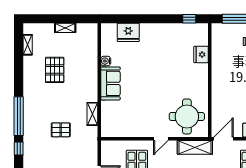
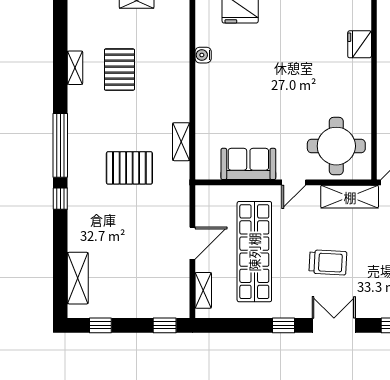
shelving: (28, 45) -> (75, 68), moved
sofa: (110, 83) -> (248, 164), moved, turned -90
pallet: (61, 130) -> (129, 168), width x1.50, depth x1.42

